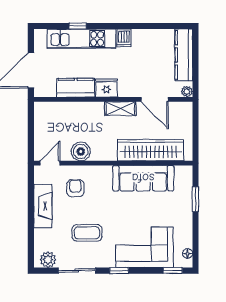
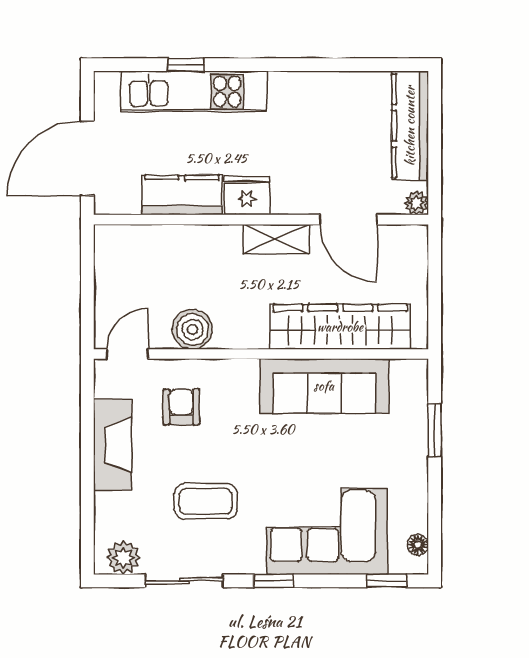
dishwasher: (124, 38) -> (284, 90), removed

